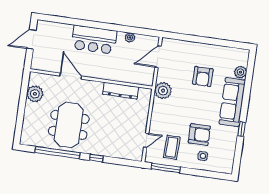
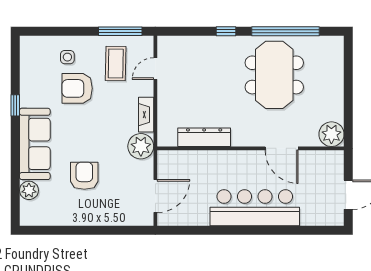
plant: (130, 37) -> (201, 219), removed
bar counter: (94, 40) -> (255, 208), width x1.36
plant: (35, 94) -> (331, 134), moved
fireplace: (157, 111) -> (146, 115), added

